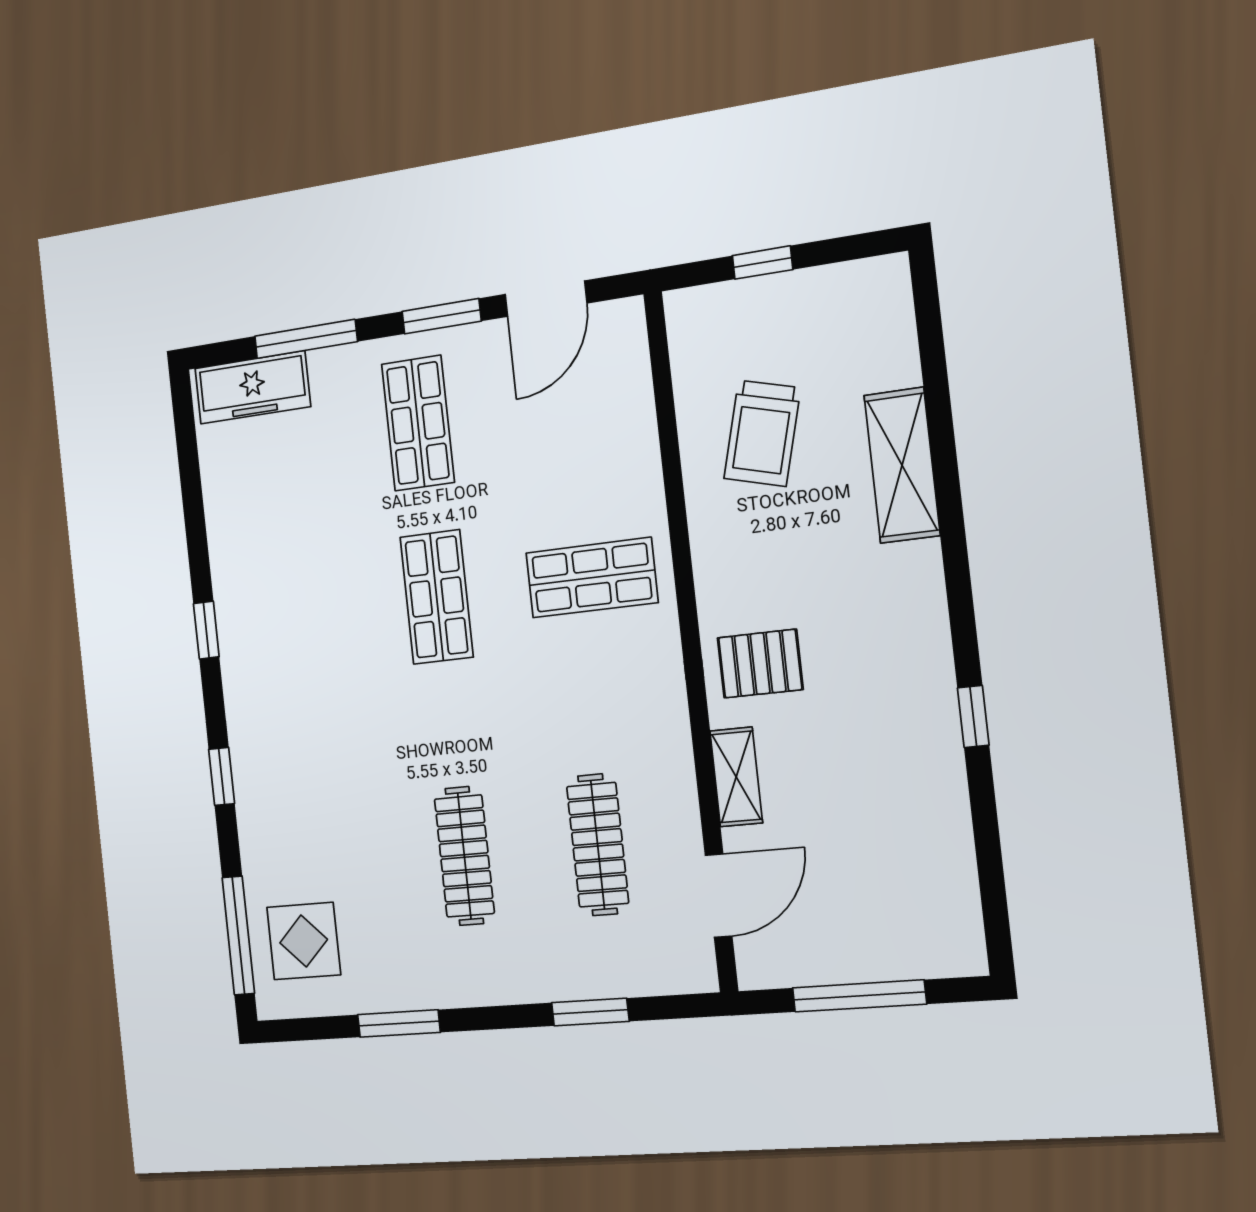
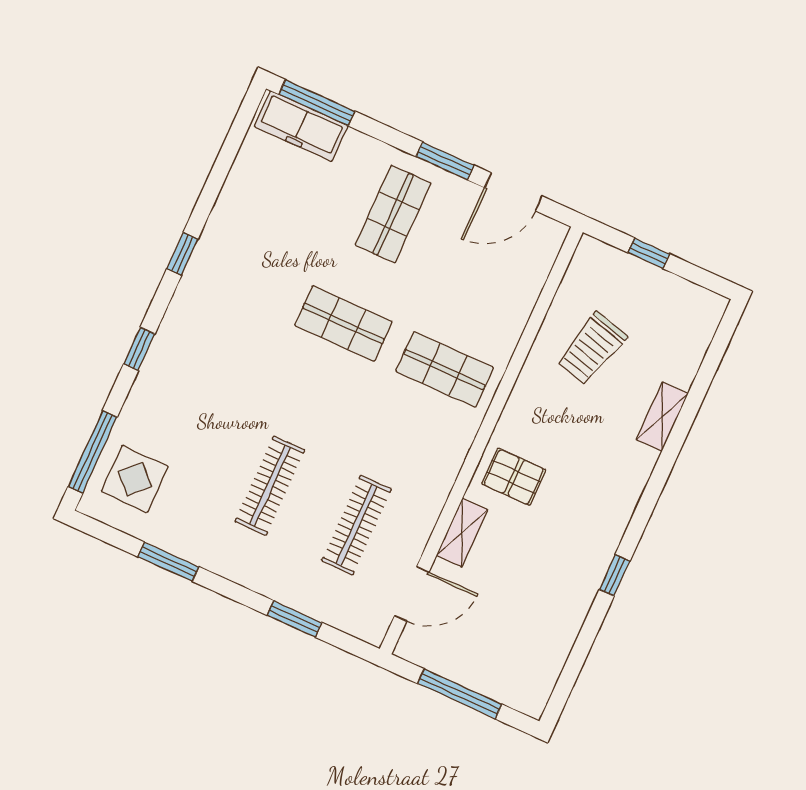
window: (306, 339) -> (317, 103), moved
shelving: (902, 465) -> (662, 417), width x0.67, depth x0.75
shop shelf: (437, 597) -> (343, 324), turned 90

